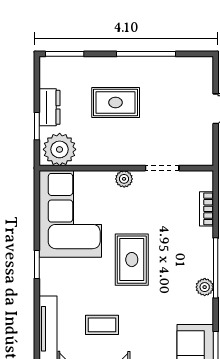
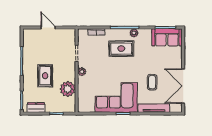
dresser: (49, 107) -> (36, 107), moved
plant: (60, 149) -> (68, 89), moved
corner sofa: (70, 214) -> (116, 98), moved
rug: (132, 260) -> (121, 49), moved

